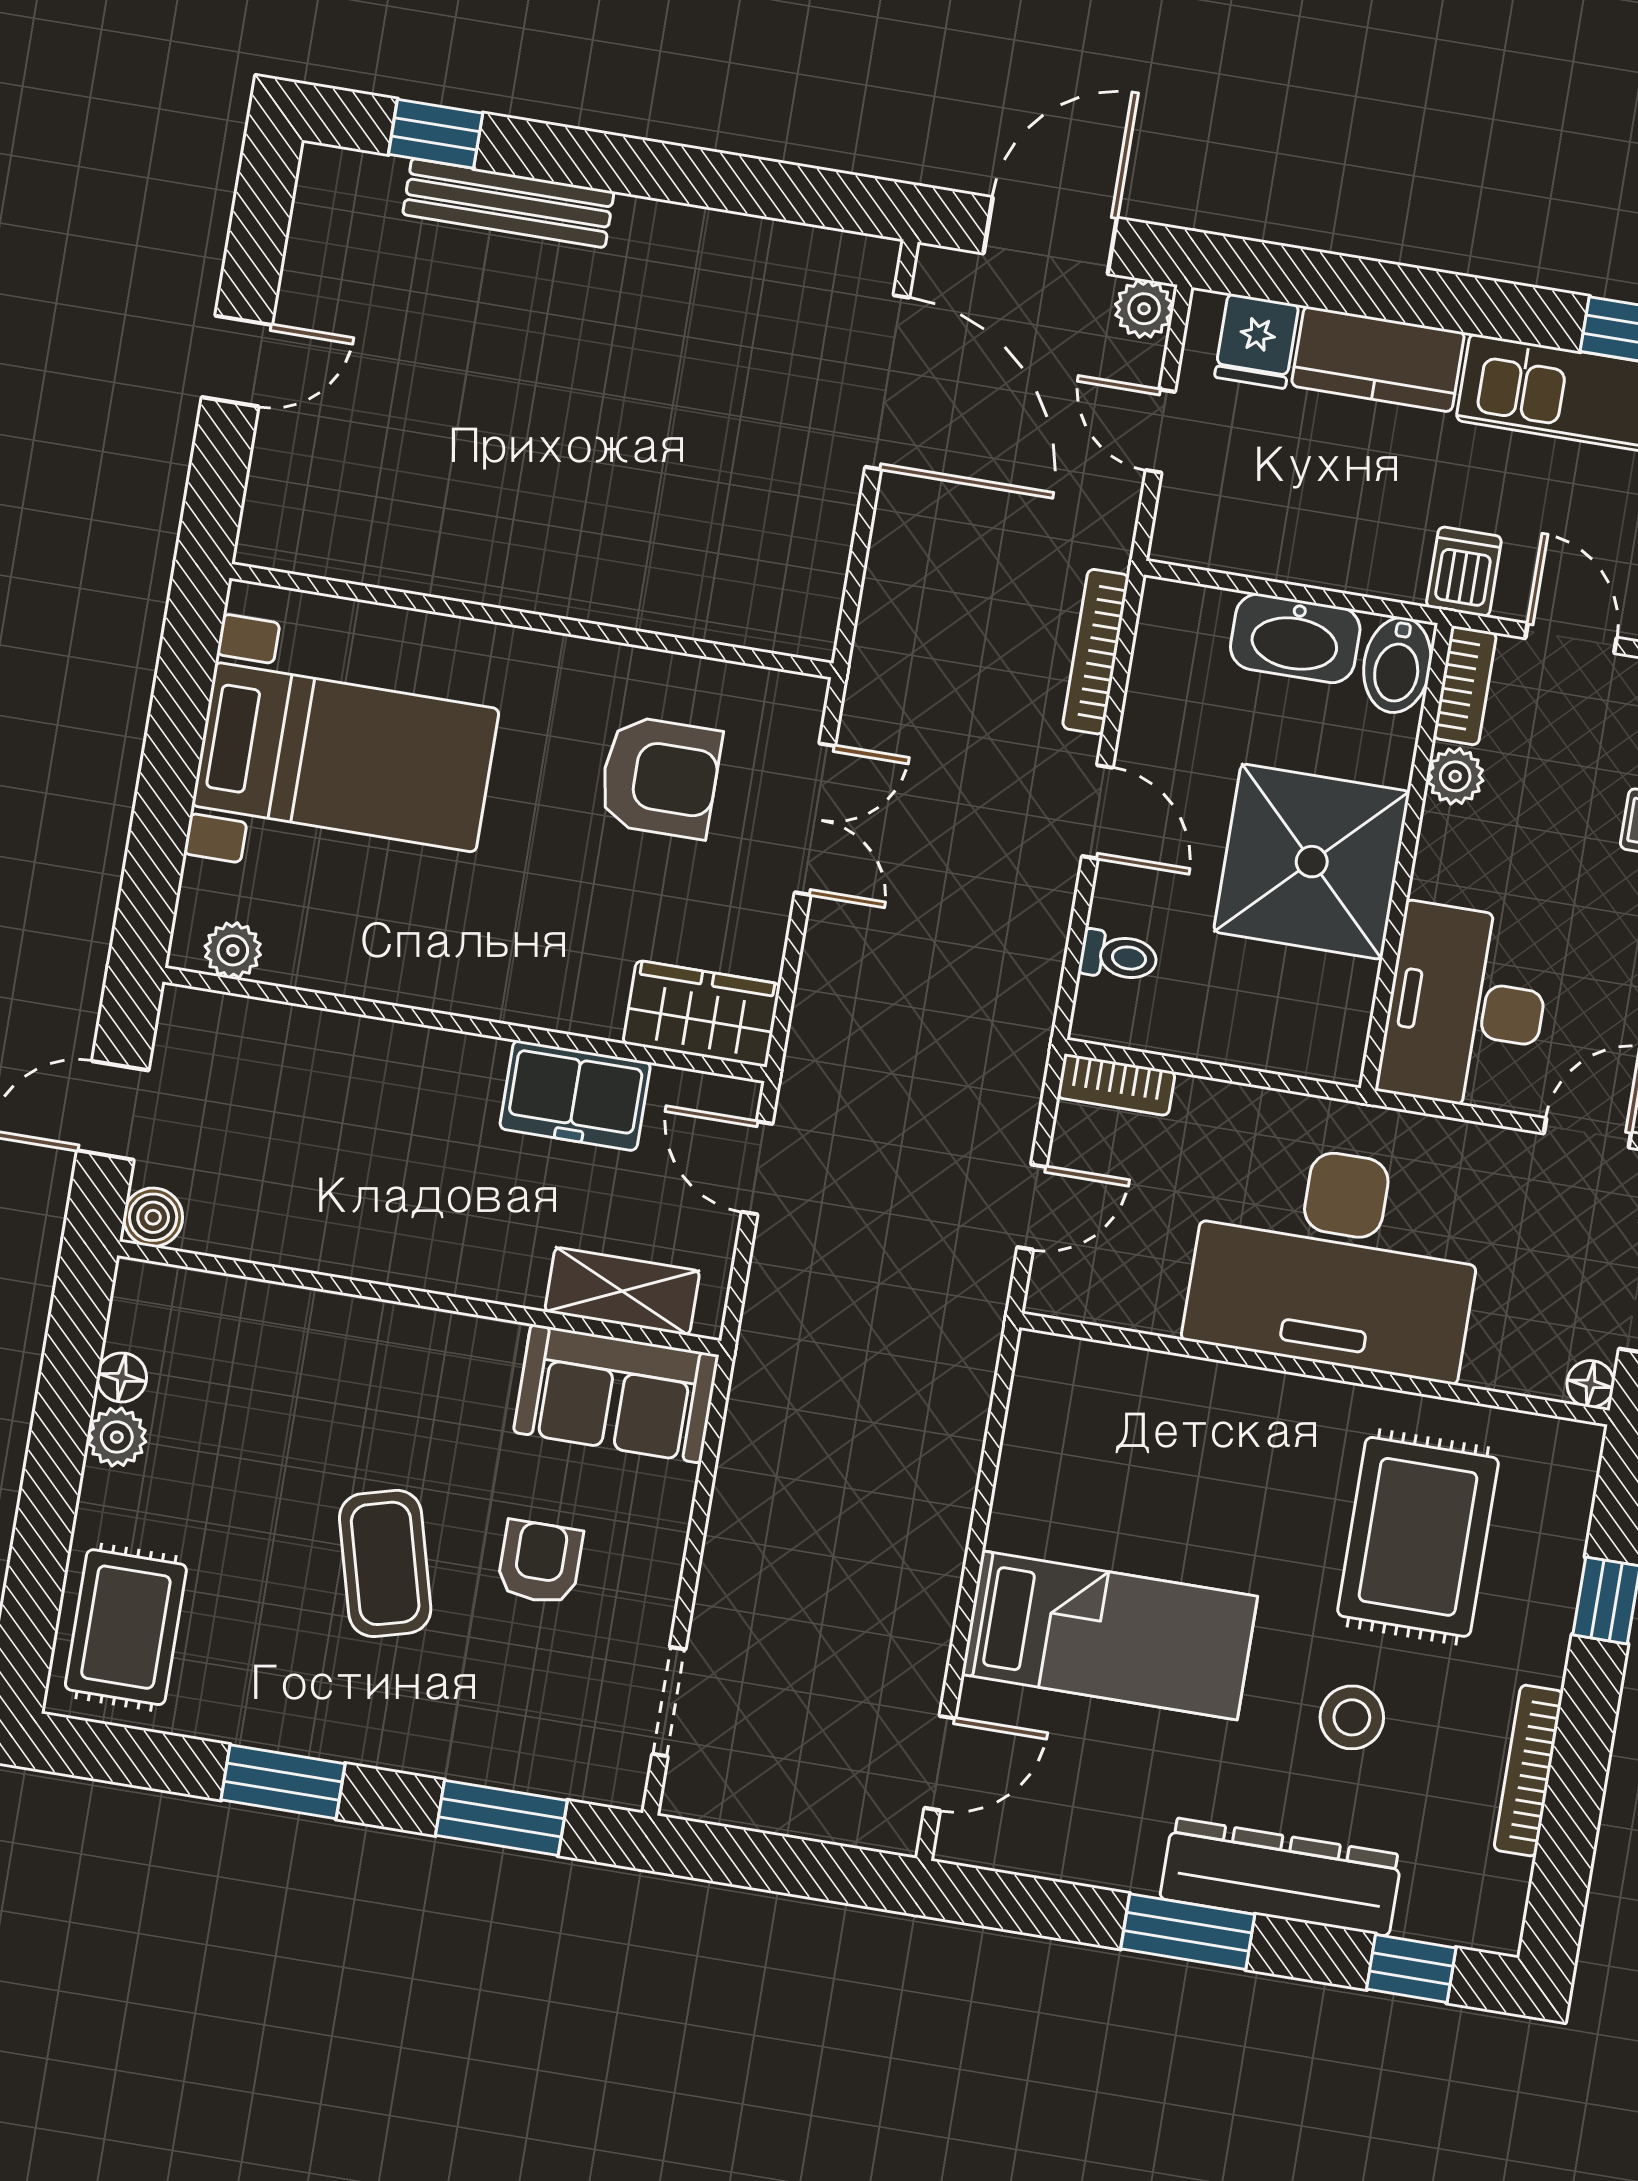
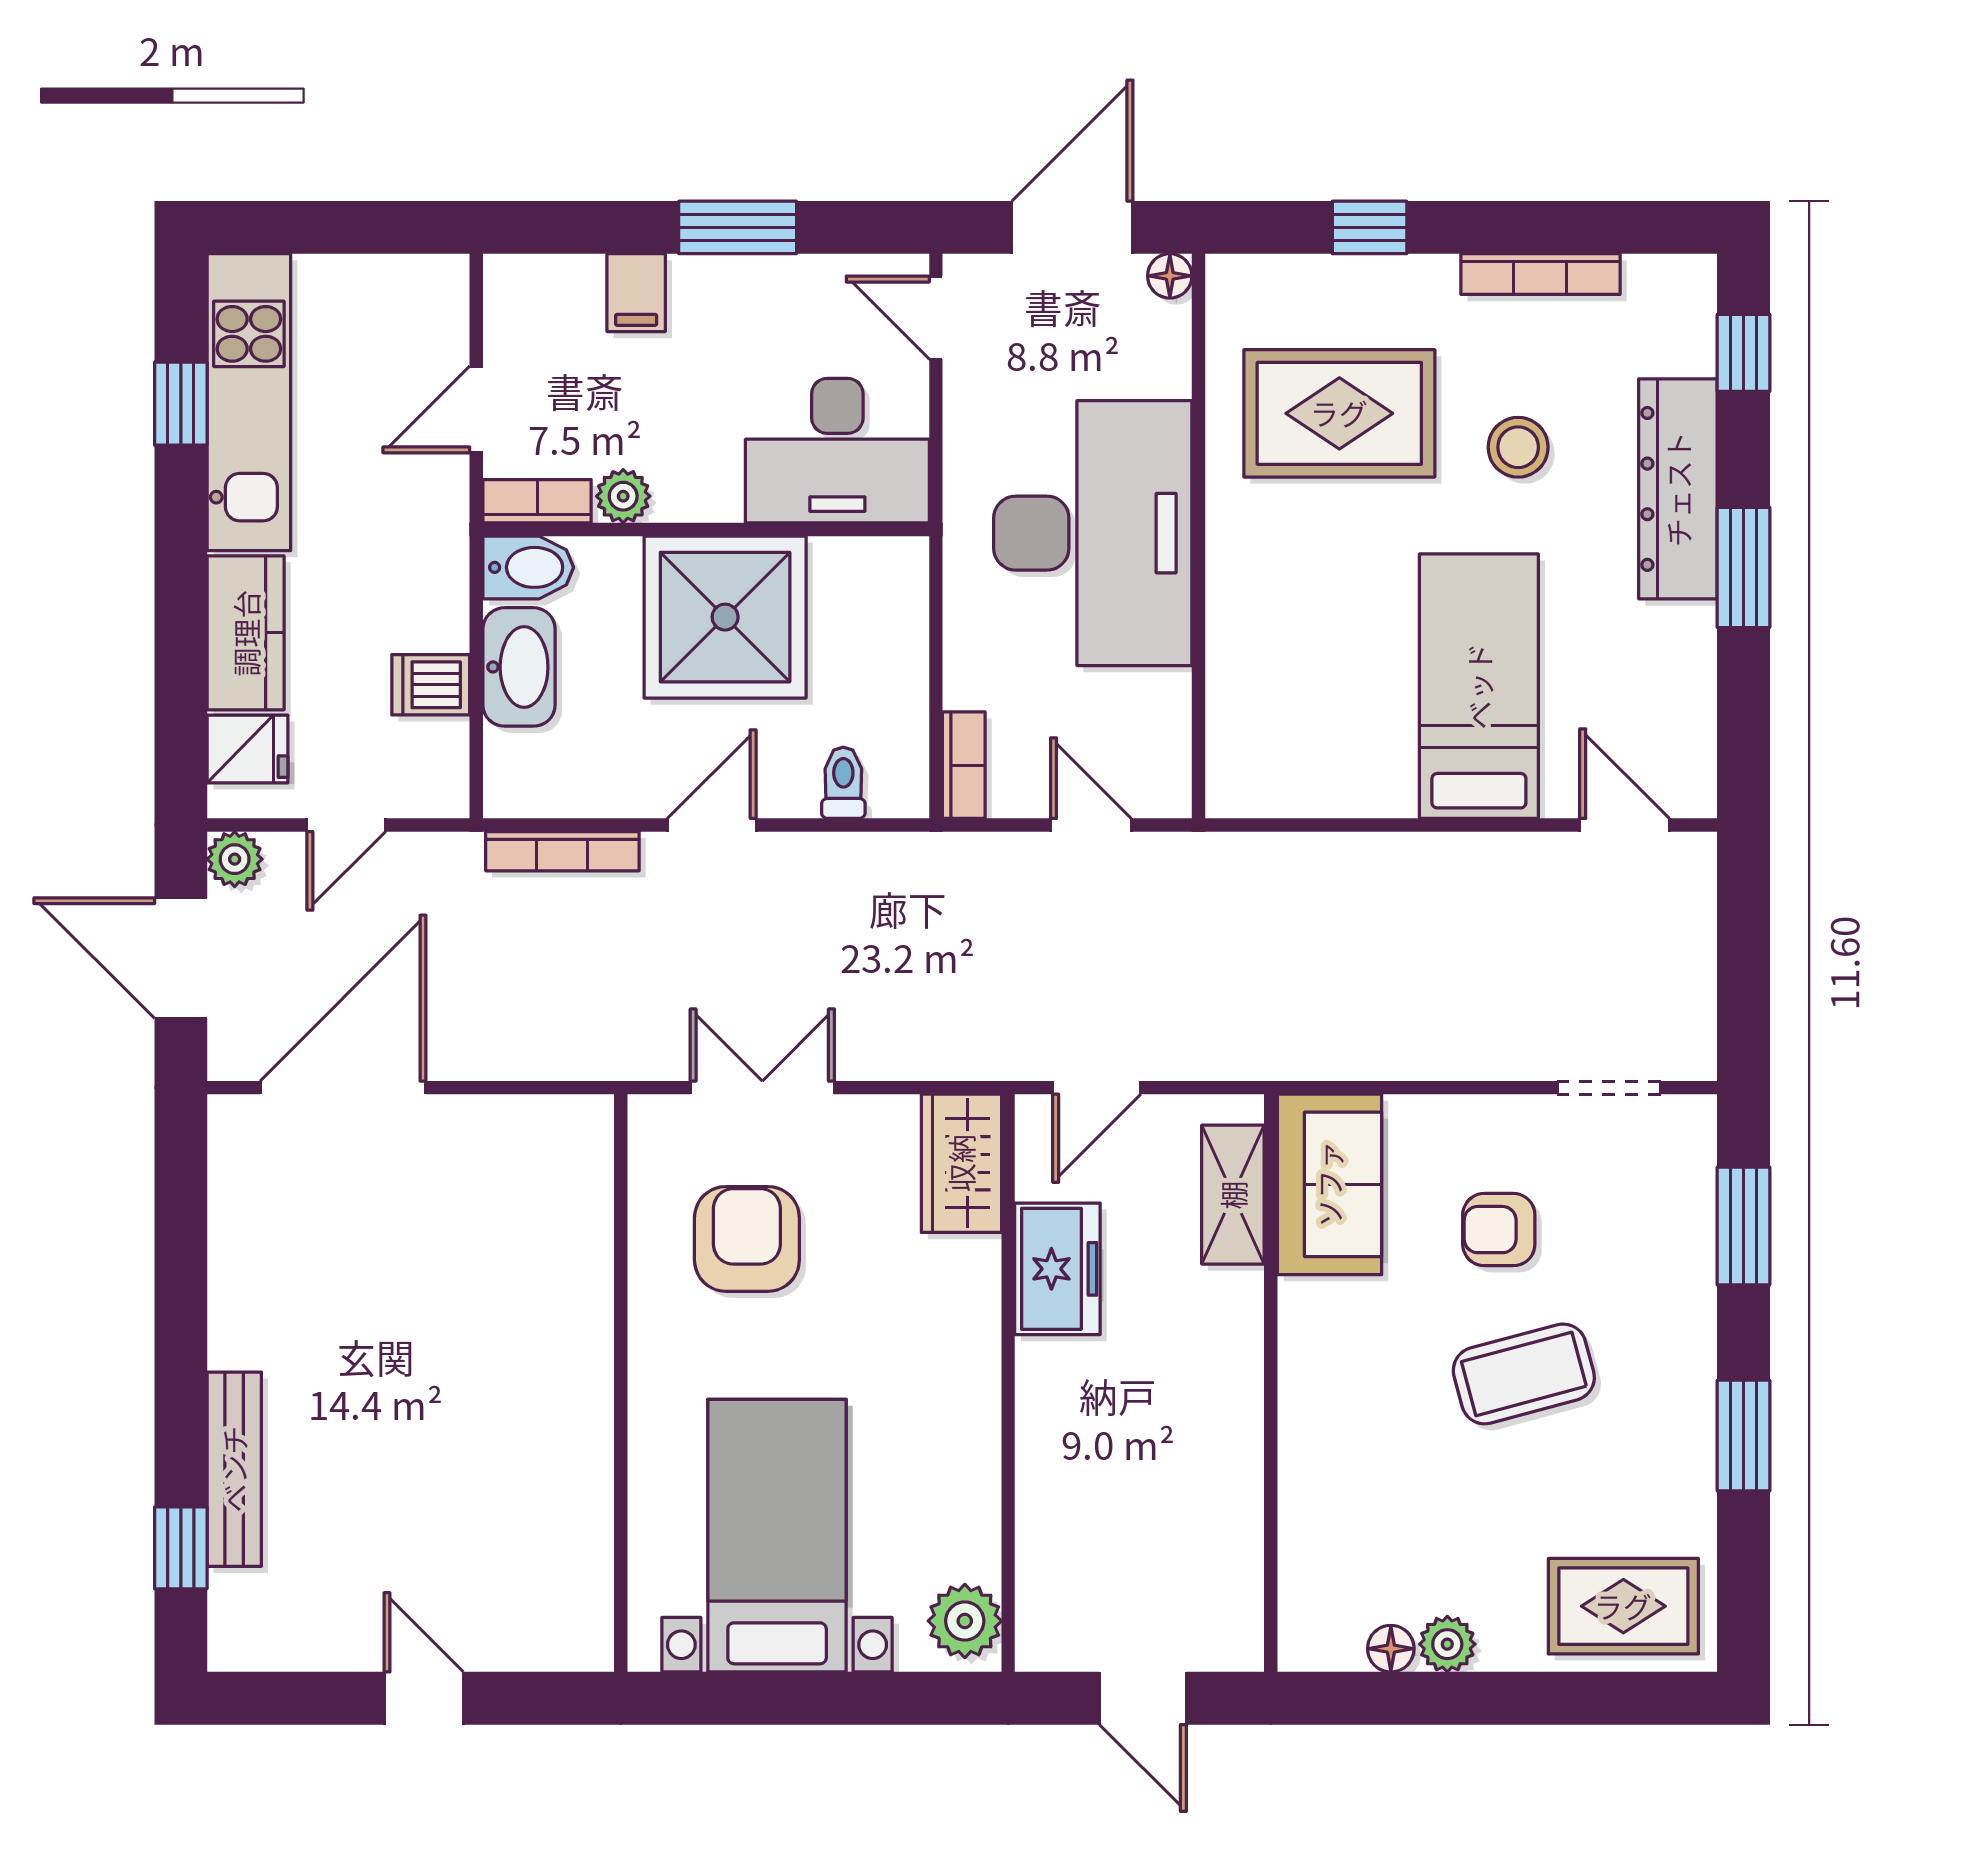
dishwasher: (1464, 572) -> (431, 685), moved
plant: (233, 950) -> (965, 1621), width x1.38, depth x1.38
boiler: (153, 1217) -> (1236, 1644), removed

